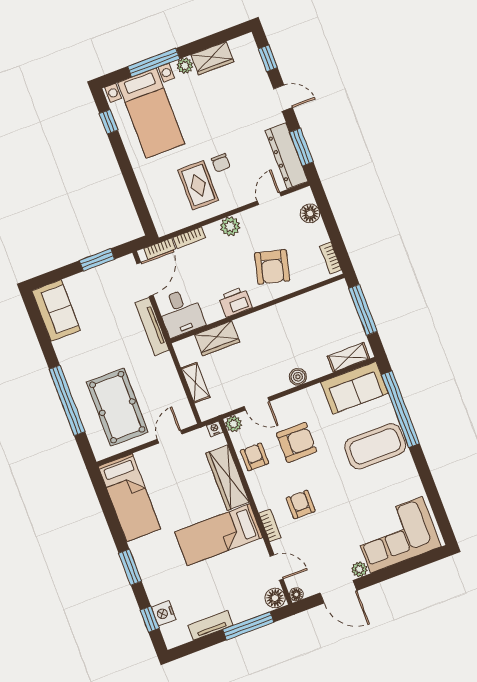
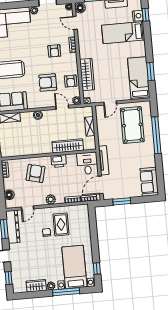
wardrobe: (217, 338) -> (68, 146), width x1.50
bed: (219, 535) -> (123, 33), moved, turned 180
window: (130, 567) -> (151, 71), moved

